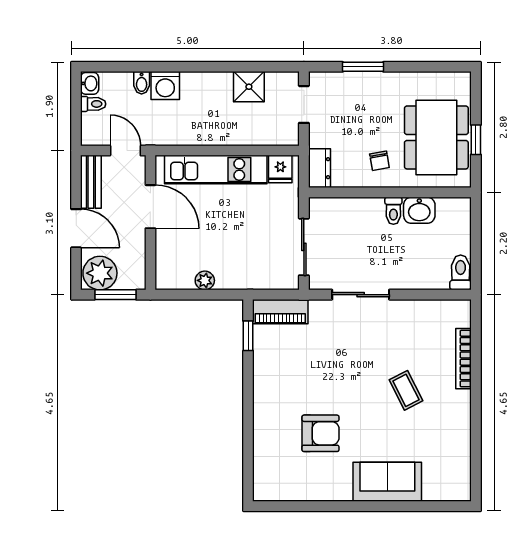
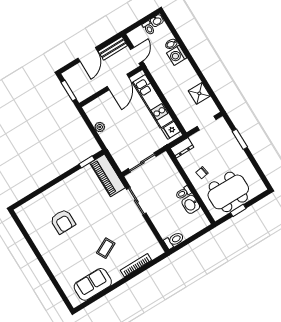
plant: (100, 273) -> (74, 78), removed
piano: (280, 312) -> (108, 175), width x1.37, depth x1.33
sofa: (387, 482) -> (93, 284), moved, turned -90

